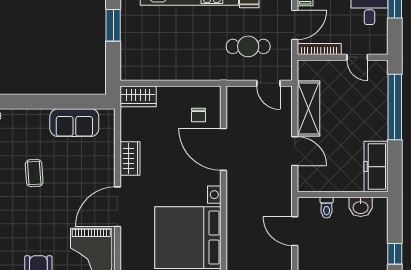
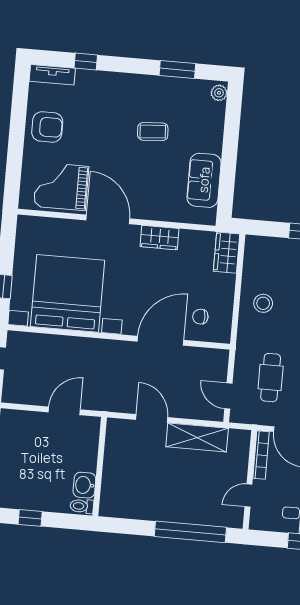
stool: (181, 59) -> (263, 303), added
door: (268, 83) -> (228, 396), hinge flipped
door: (295, 151) -> (152, 418), swing flipped
freezer: (376, 167) -> (127, 506), removed
toilet: (327, 208) -> (82, 506), moved

